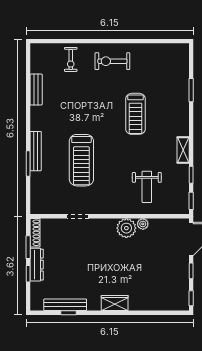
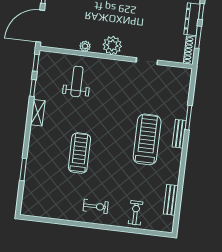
exercise bike: (112, 61) -> (96, 206), width x0.73, depth x0.72
bench: (36, 90) -> (171, 200), moved
bench: (36, 151) -> (179, 134), width x0.73
treadmill: (81, 160) -> (147, 139), moved
plant: (126, 228) -> (112, 45), moved

